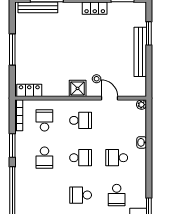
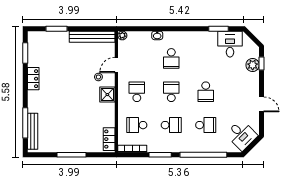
bench: (140, 52) -> (92, 37), moved
school desk: (117, 195) -> (206, 125), moved

